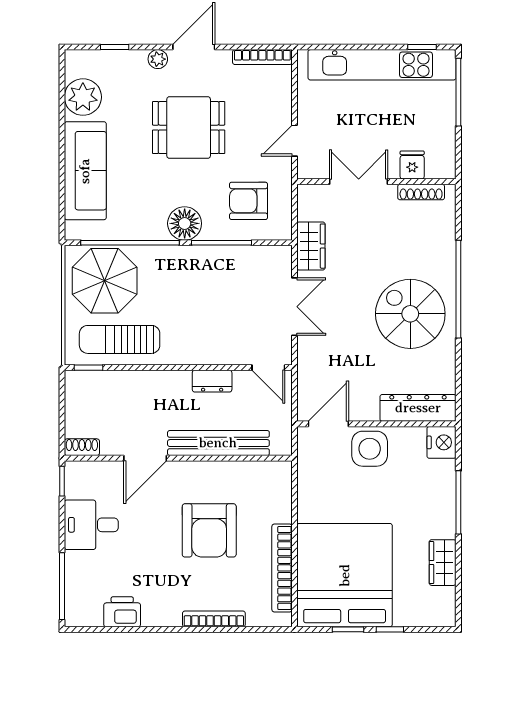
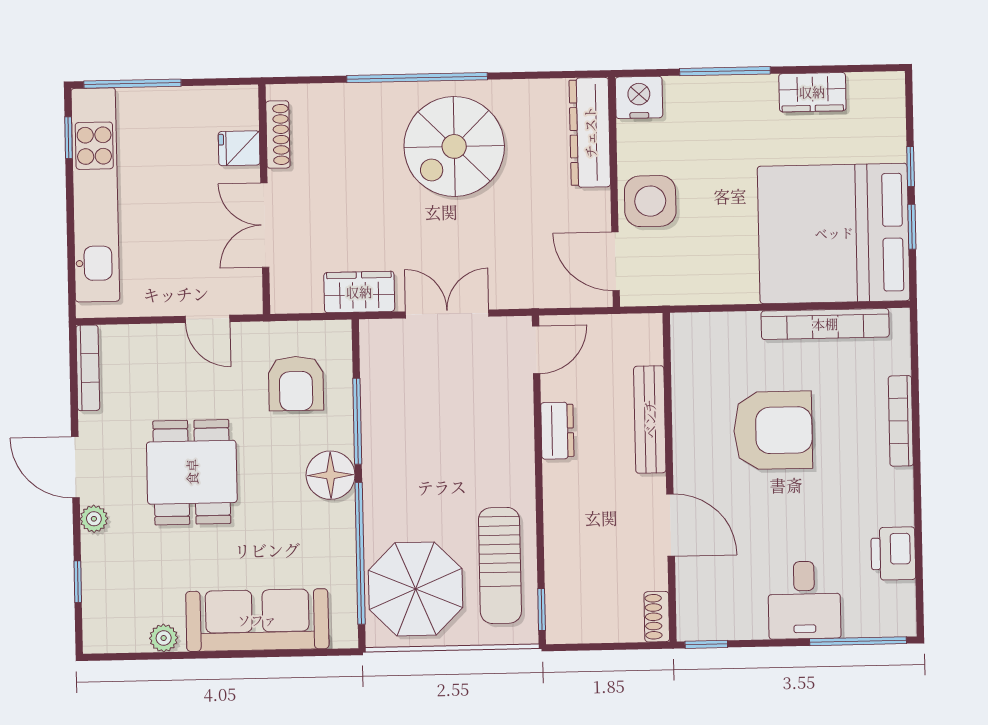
plant: (83, 97) -> (164, 638), width x0.53, depth x0.53
bench: (218, 443) -> (650, 419), width x0.73, depth x0.82
desk: (91, 525) -> (804, 600), moved

